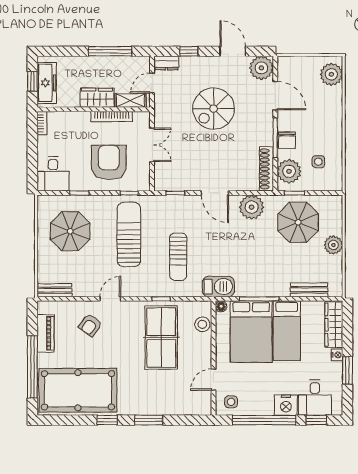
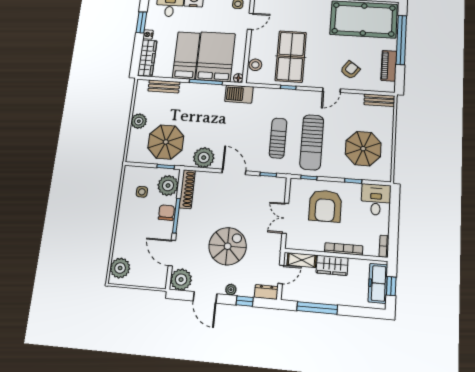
plant: (205, 62) -> (231, 290), added
bookcase: (112, 117) -> (344, 249), moved
sun lounger: (178, 257) -> (278, 138), moved

